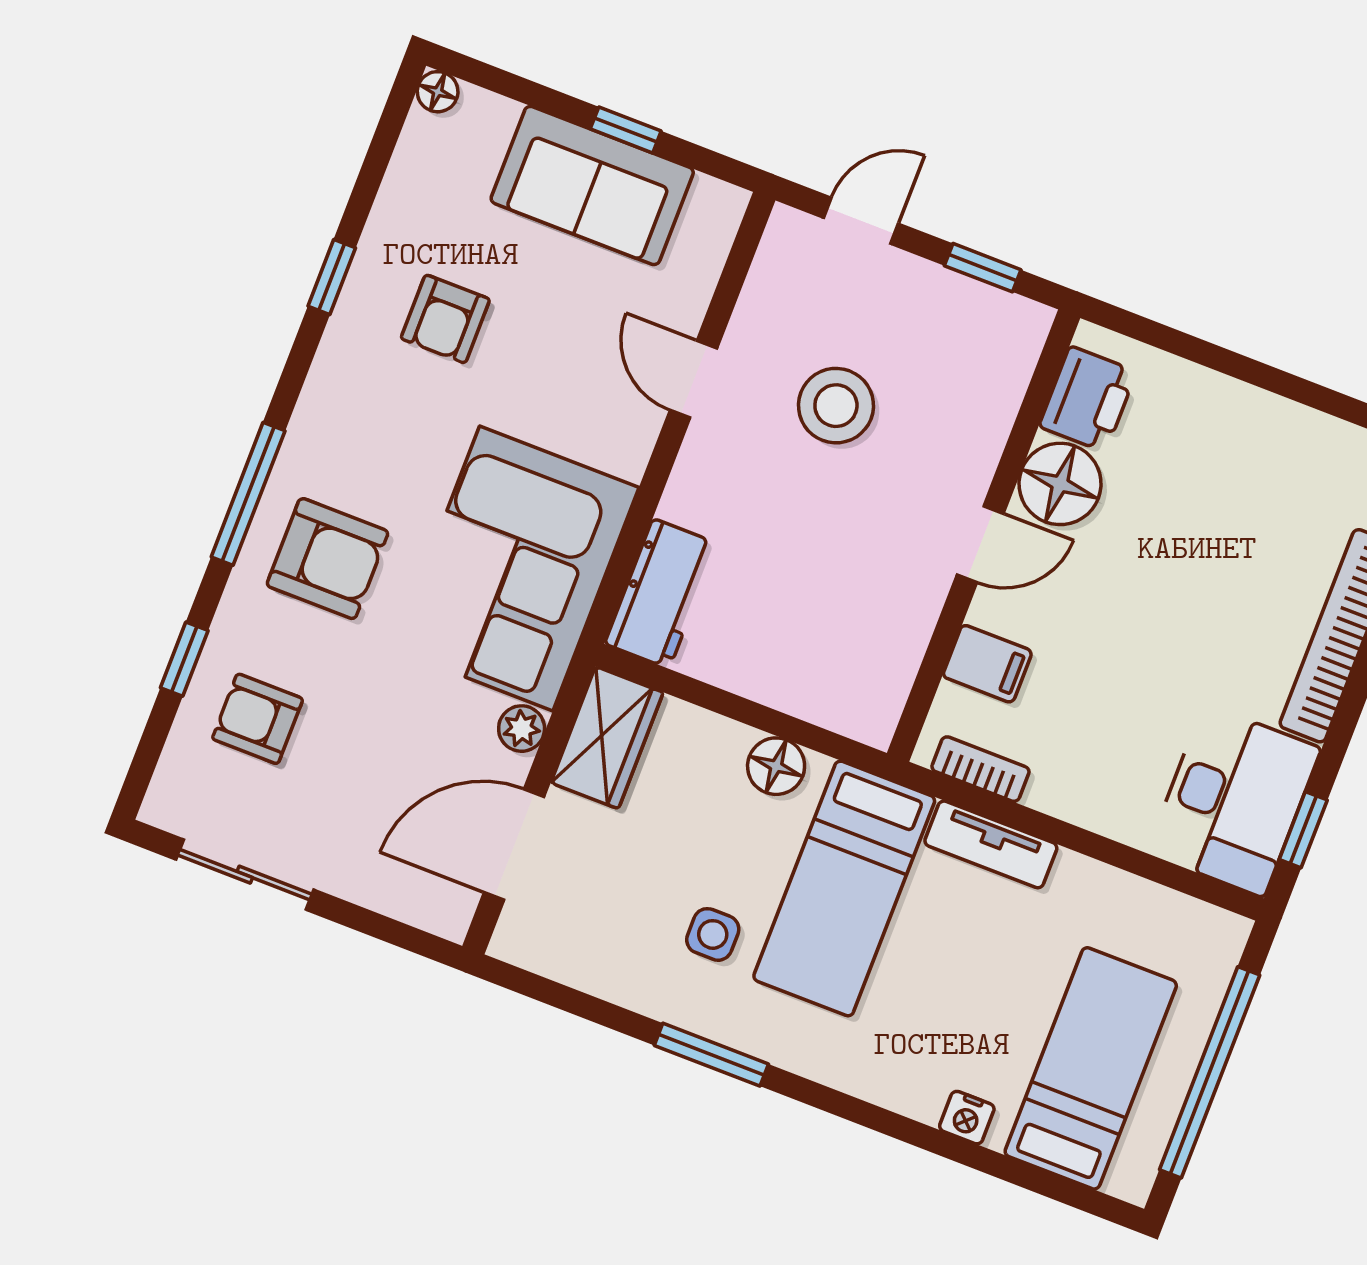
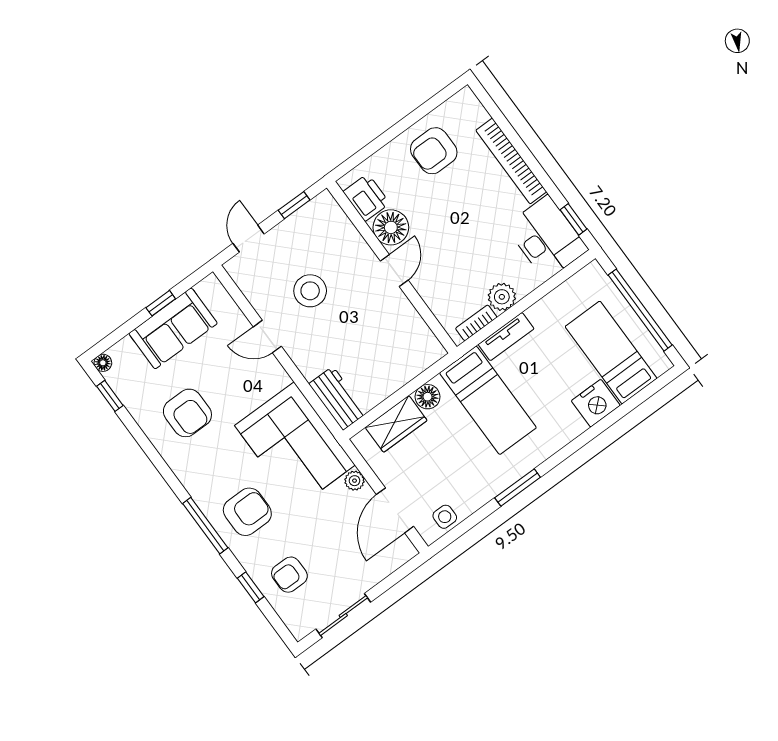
window: (332, 277) -> (110, 396), moved
armchair: (445, 319) -> (187, 413), width x1.38, depth x1.38
armchair: (1263, 472) -> (434, 151), added
filing cabinet: (987, 664) -> (439, 296), removed
wardrobe: (607, 738) -> (396, 424), moved, turned 90
plant: (1063, 787) -> (502, 297), added
side table: (713, 934) -> (445, 517), moved
nightstand: (967, 1118) -> (596, 403), width x1.89, depth x1.79

